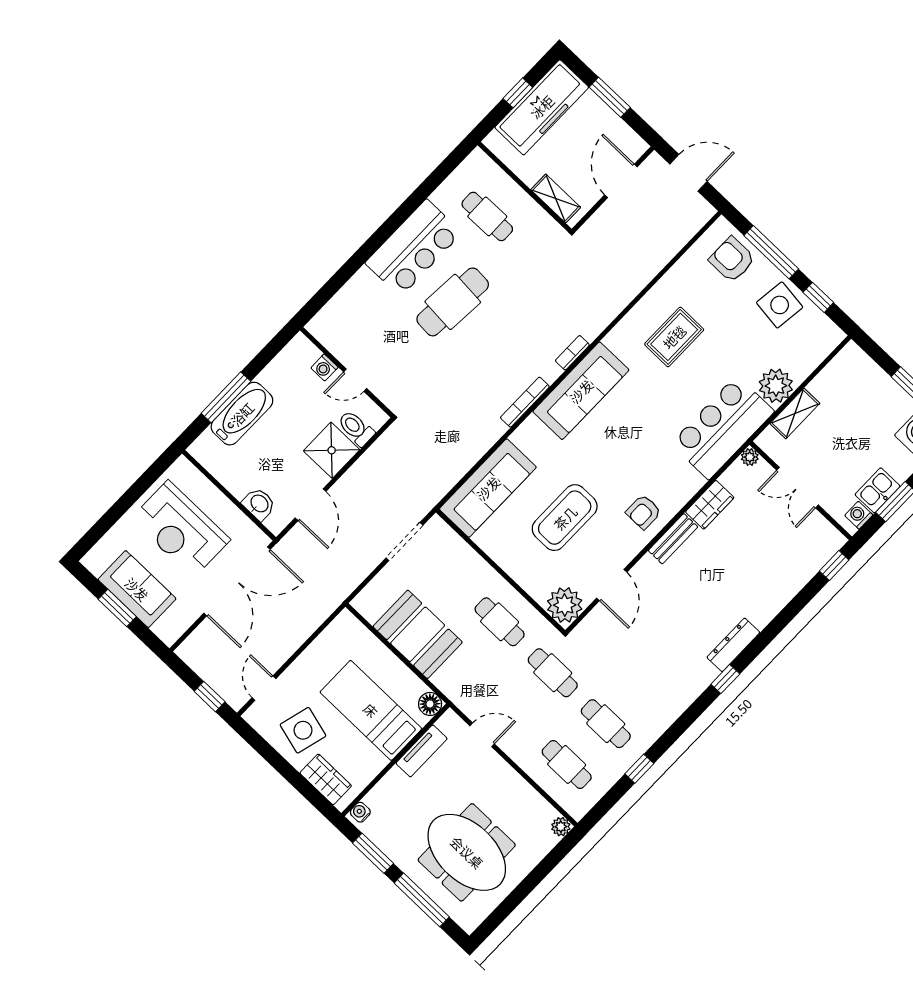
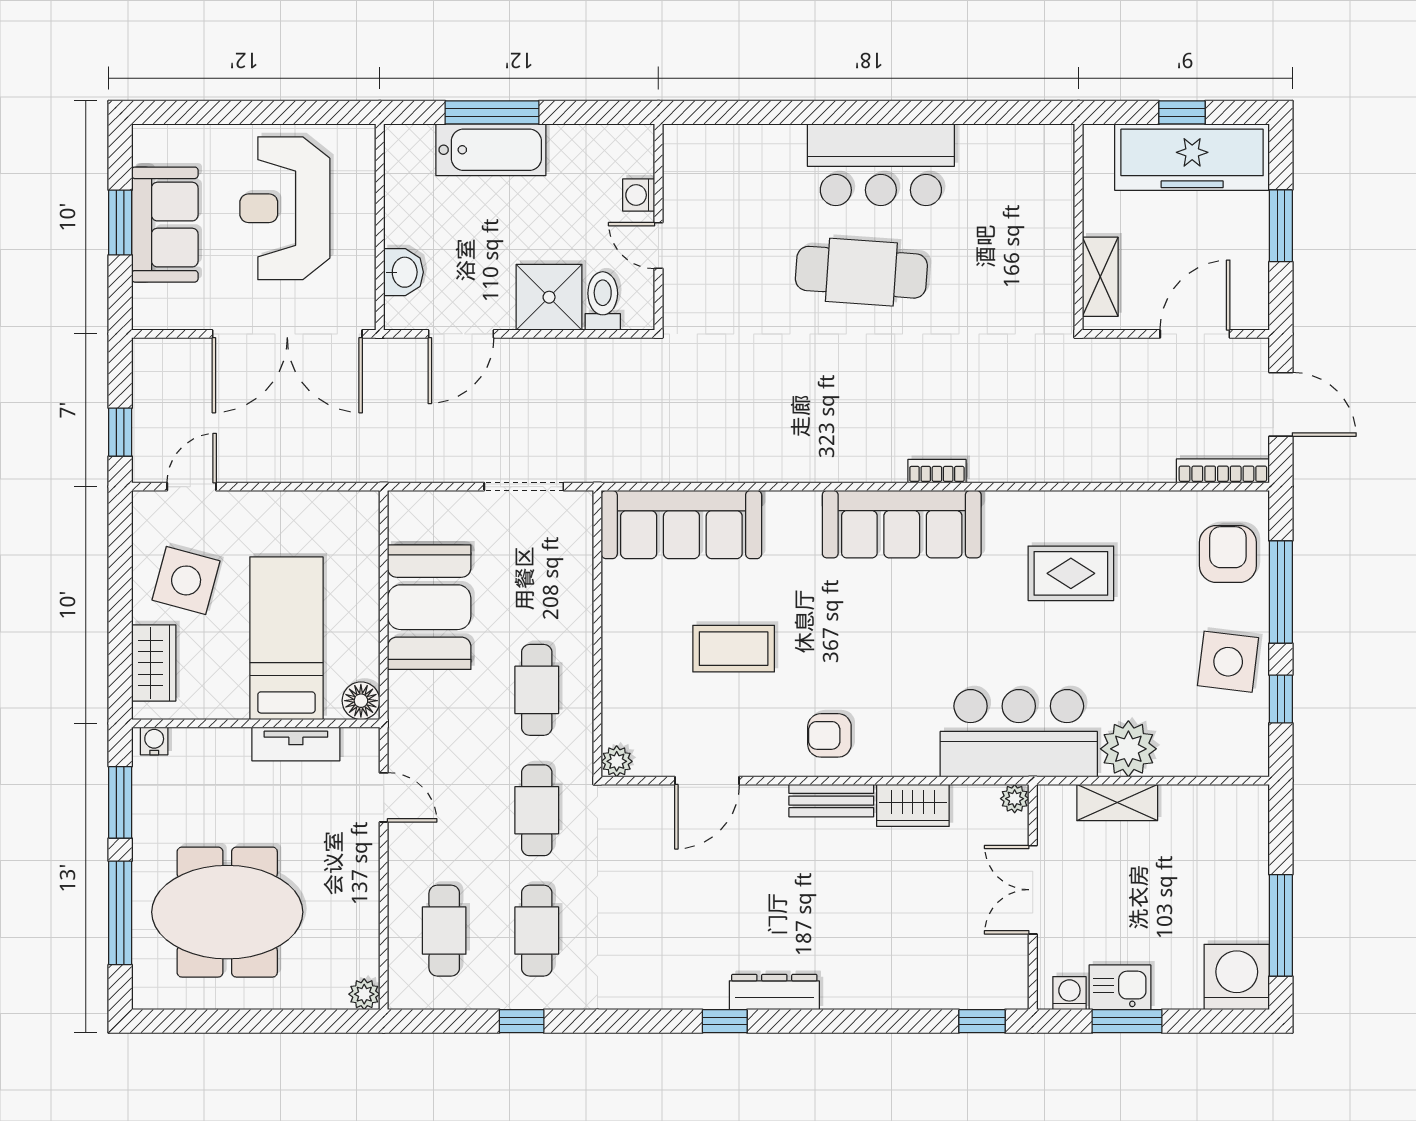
cafe table: (487, 216) -> (1002, 216), removed
bookcase: (525, 402) -> (1223, 471), moved
coffee table: (565, 518) -> (734, 649), width x0.73, depth x0.76
plant: (565, 605) -> (617, 761), width x0.53, depth x0.53
meeting table: (467, 852) -> (227, 912), turned 90

